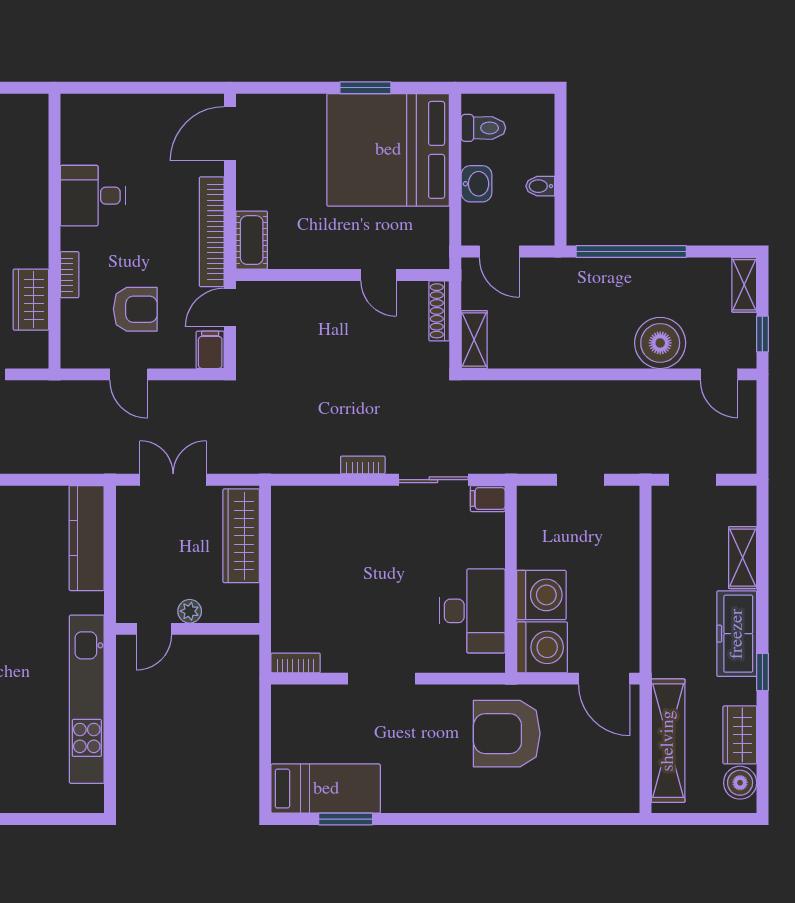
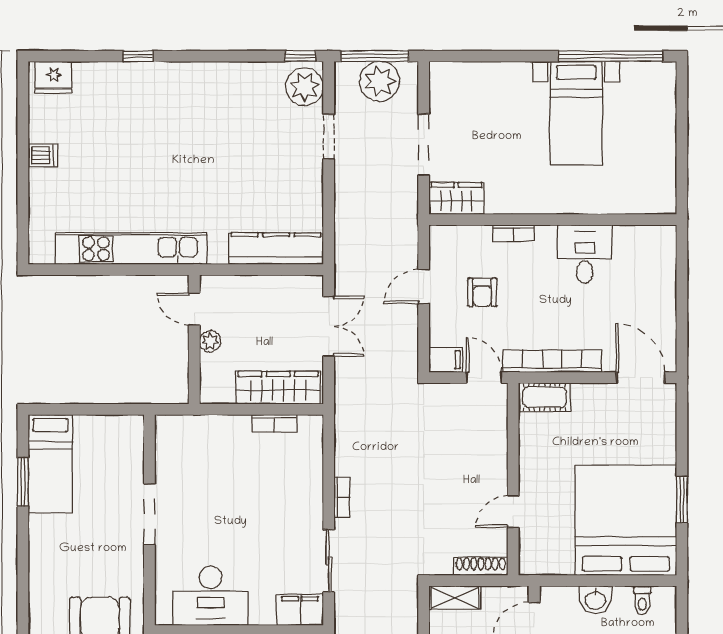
toilet: (483, 128) -> (642, 600), width x0.73, depth x0.72
wardrobe: (31, 300) -> (456, 198), moved
armchair: (135, 309) -> (482, 292), width x0.72, depth x0.72
filing cabinet: (488, 499) -> (300, 610), width x2.00
bookcase: (296, 663) -> (274, 423), moved, turned 90

